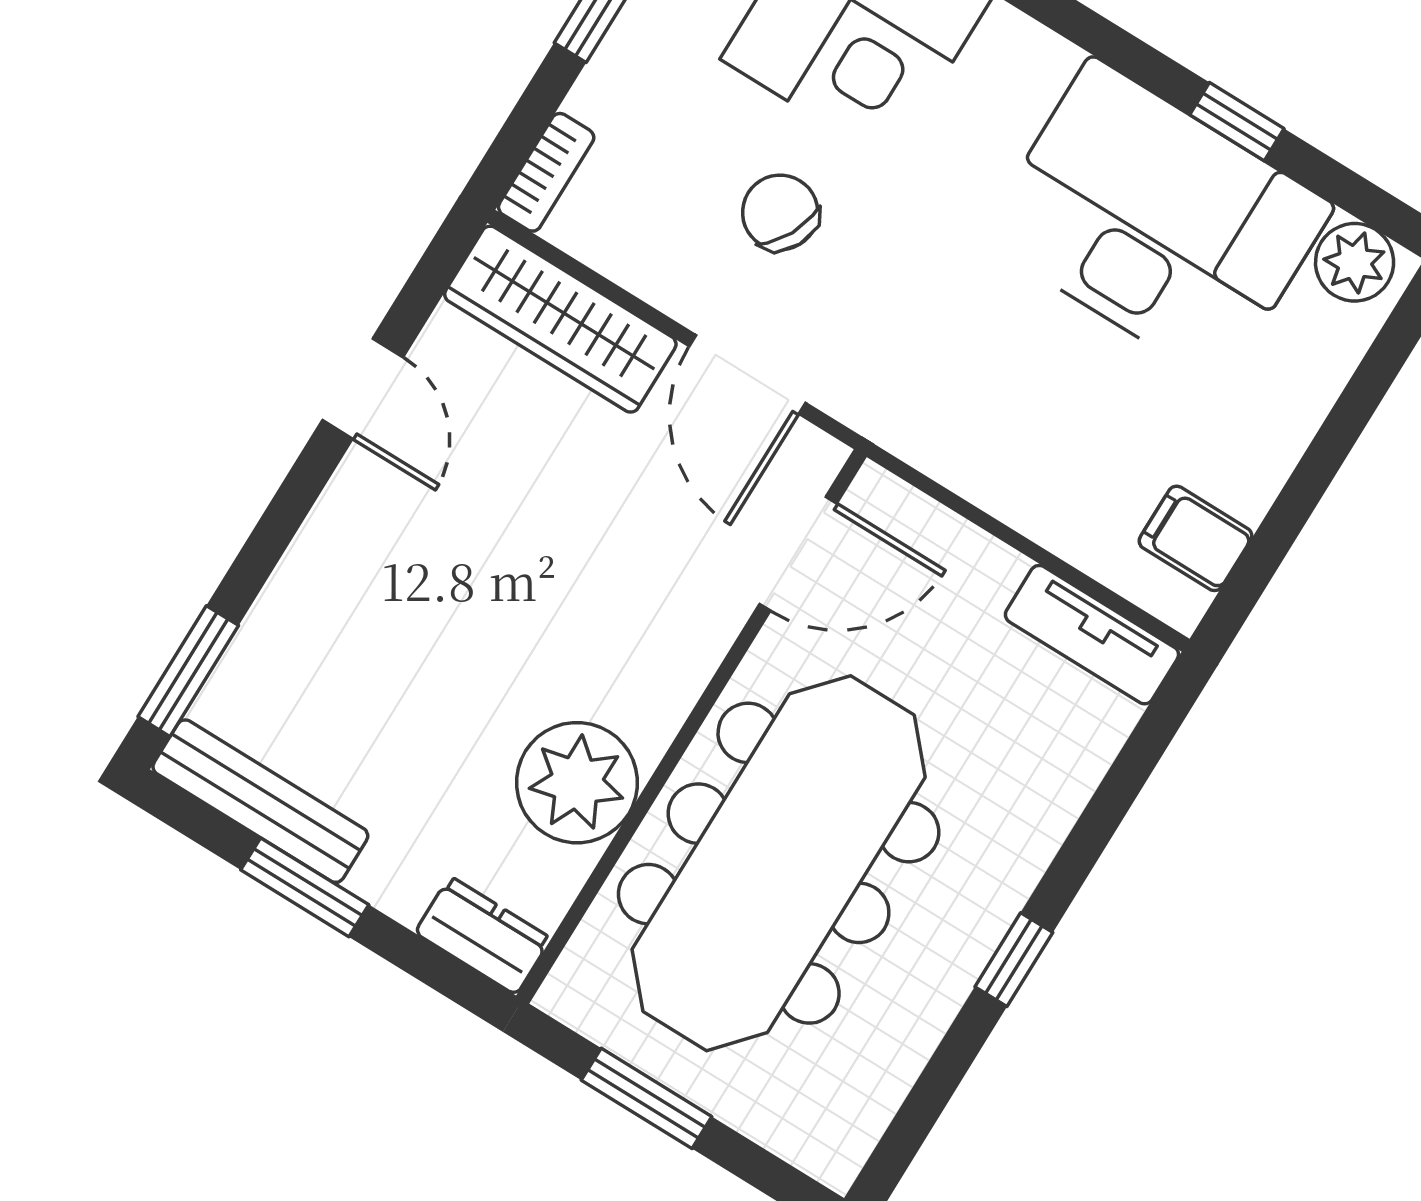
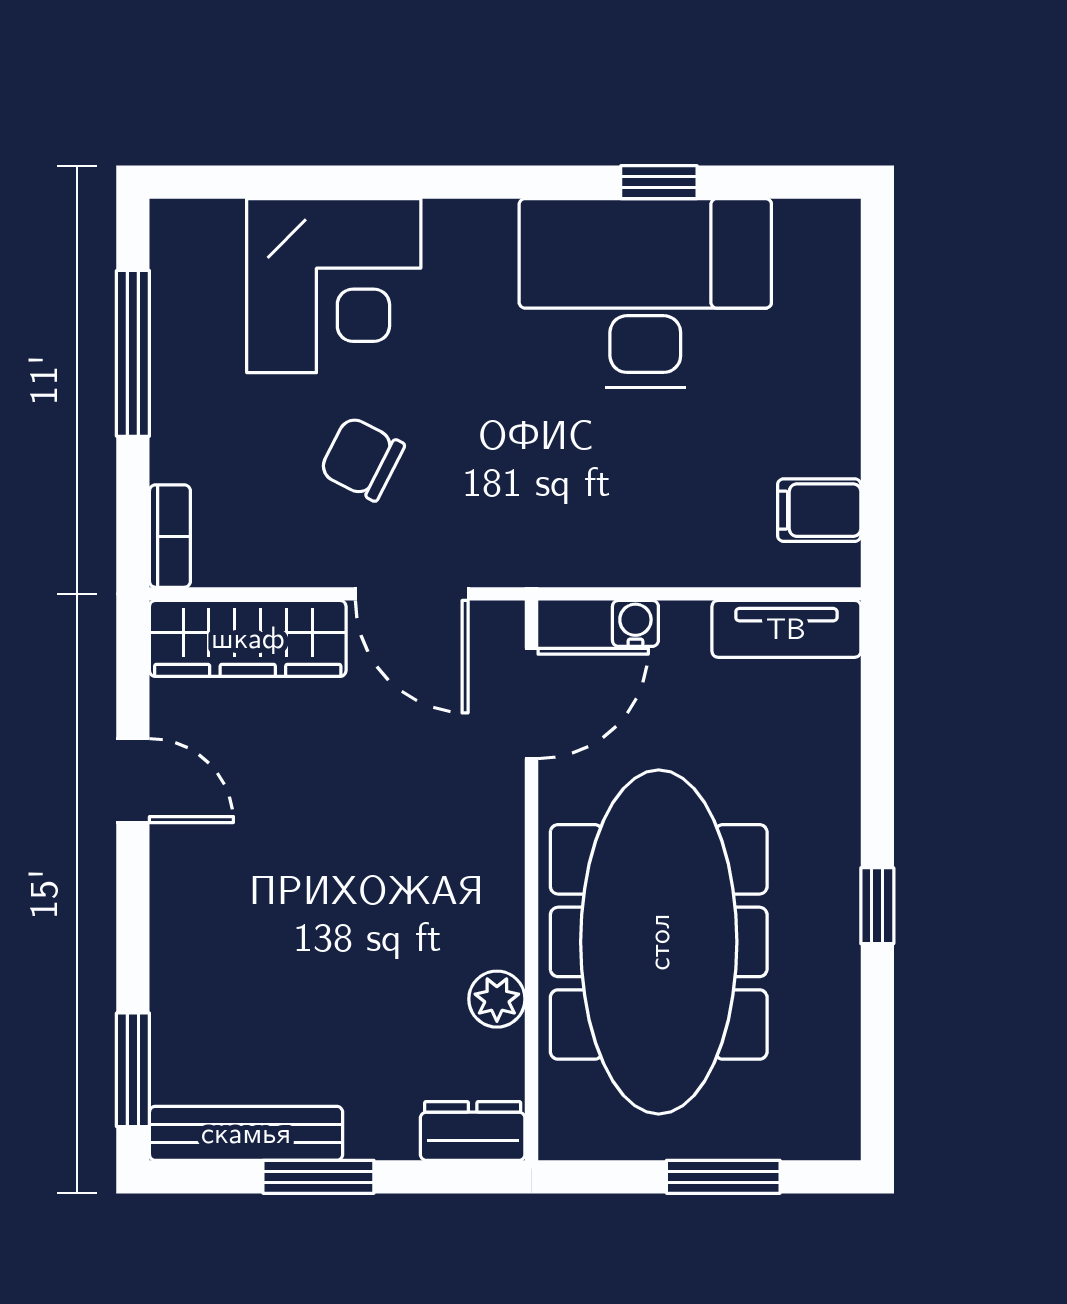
plant: (1355, 262) -> (811, 233), removed
water cooler: (948, 538) -> (635, 623), added
plant: (577, 783) -> (497, 999), width x0.53, depth x0.53
window: (647, 1098) -> (723, 1177), moved

